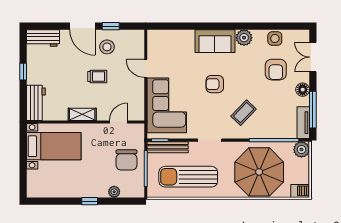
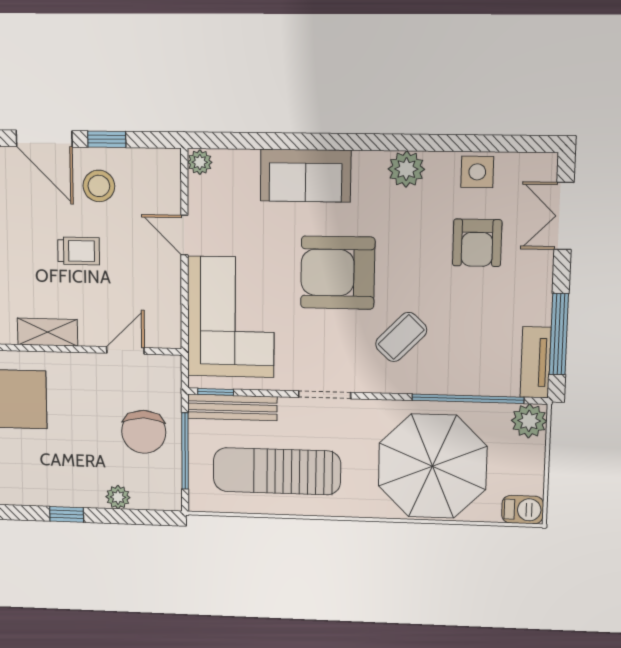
plant: (153, 36) -> (200, 162), added
sofa: (215, 41) -> (306, 176), moved
armchair: (215, 84) -> (338, 273), width x1.88, depth x1.88
floor lamp: (303, 90) -> (537, 289), removed

